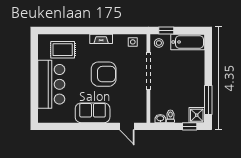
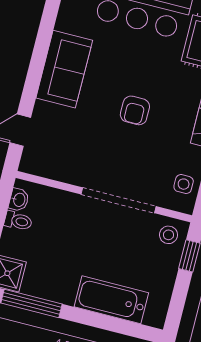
bathtub: (188, 42) -> (111, 300), moved, turned 90
armchair: (104, 74) -> (135, 110), width x0.53, depth x0.53

